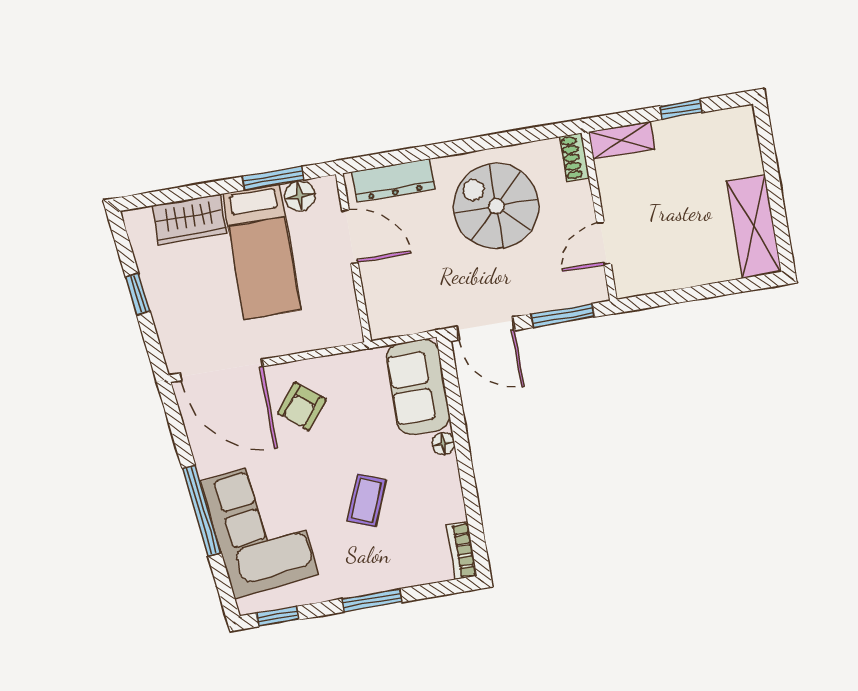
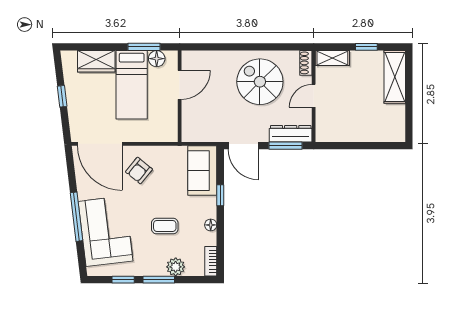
dresser: (393, 180) -> (291, 134), moved, turned 180
shelving: (754, 226) -> (395, 77), moved
door: (350, 237) -> (180, 85), hinge flipped
door: (604, 243) -> (314, 96), moved
window: (459, 427) -> (220, 195), added
floor lamp: (444, 444) -> (211, 225), moved
coffee table: (366, 500) -> (165, 226), turned 68
plant: (399, 572) -> (176, 267), added
window: (277, 616) -> (123, 280), moved

